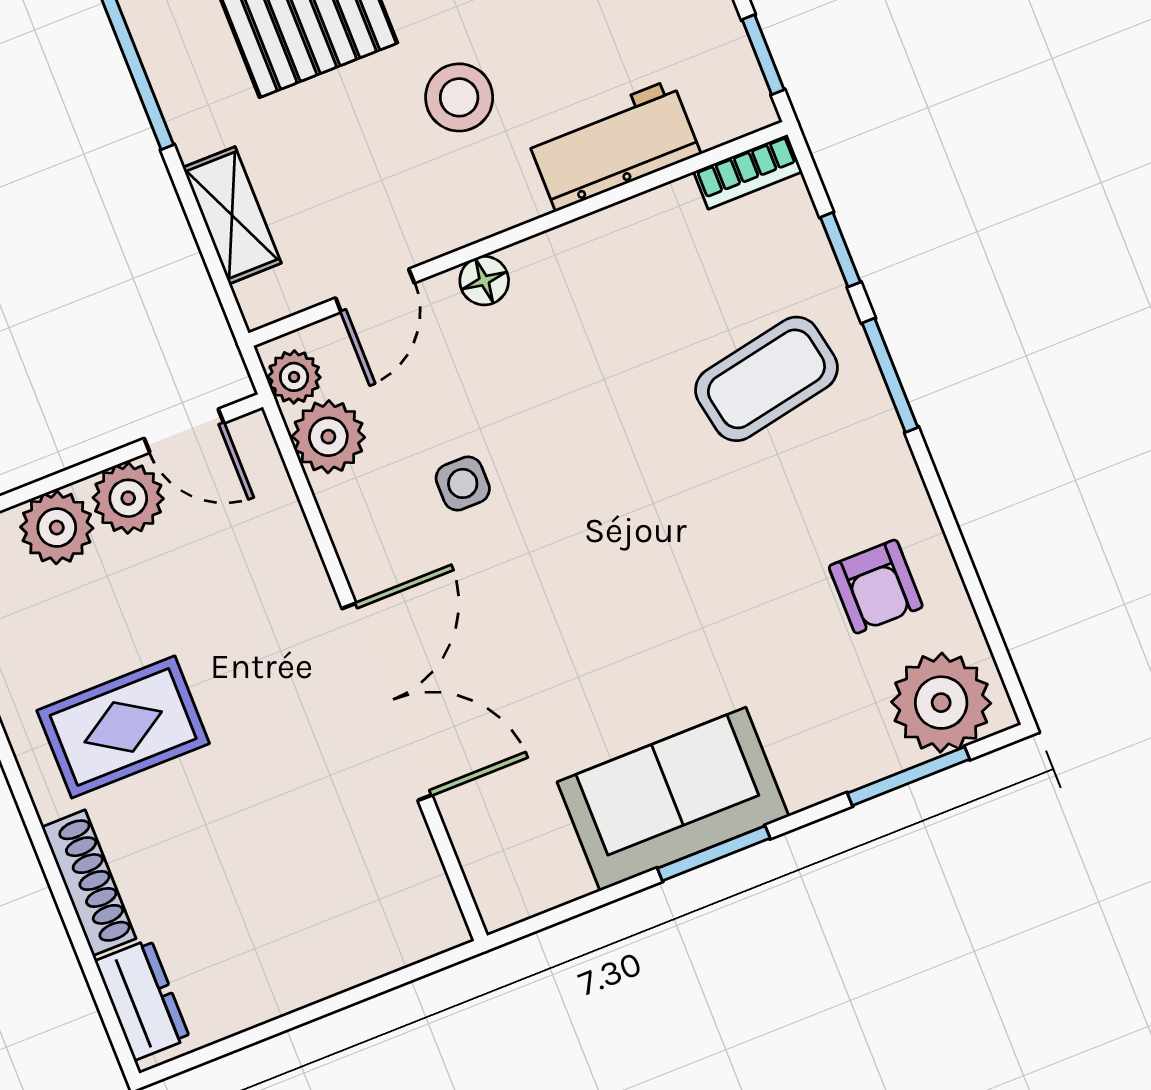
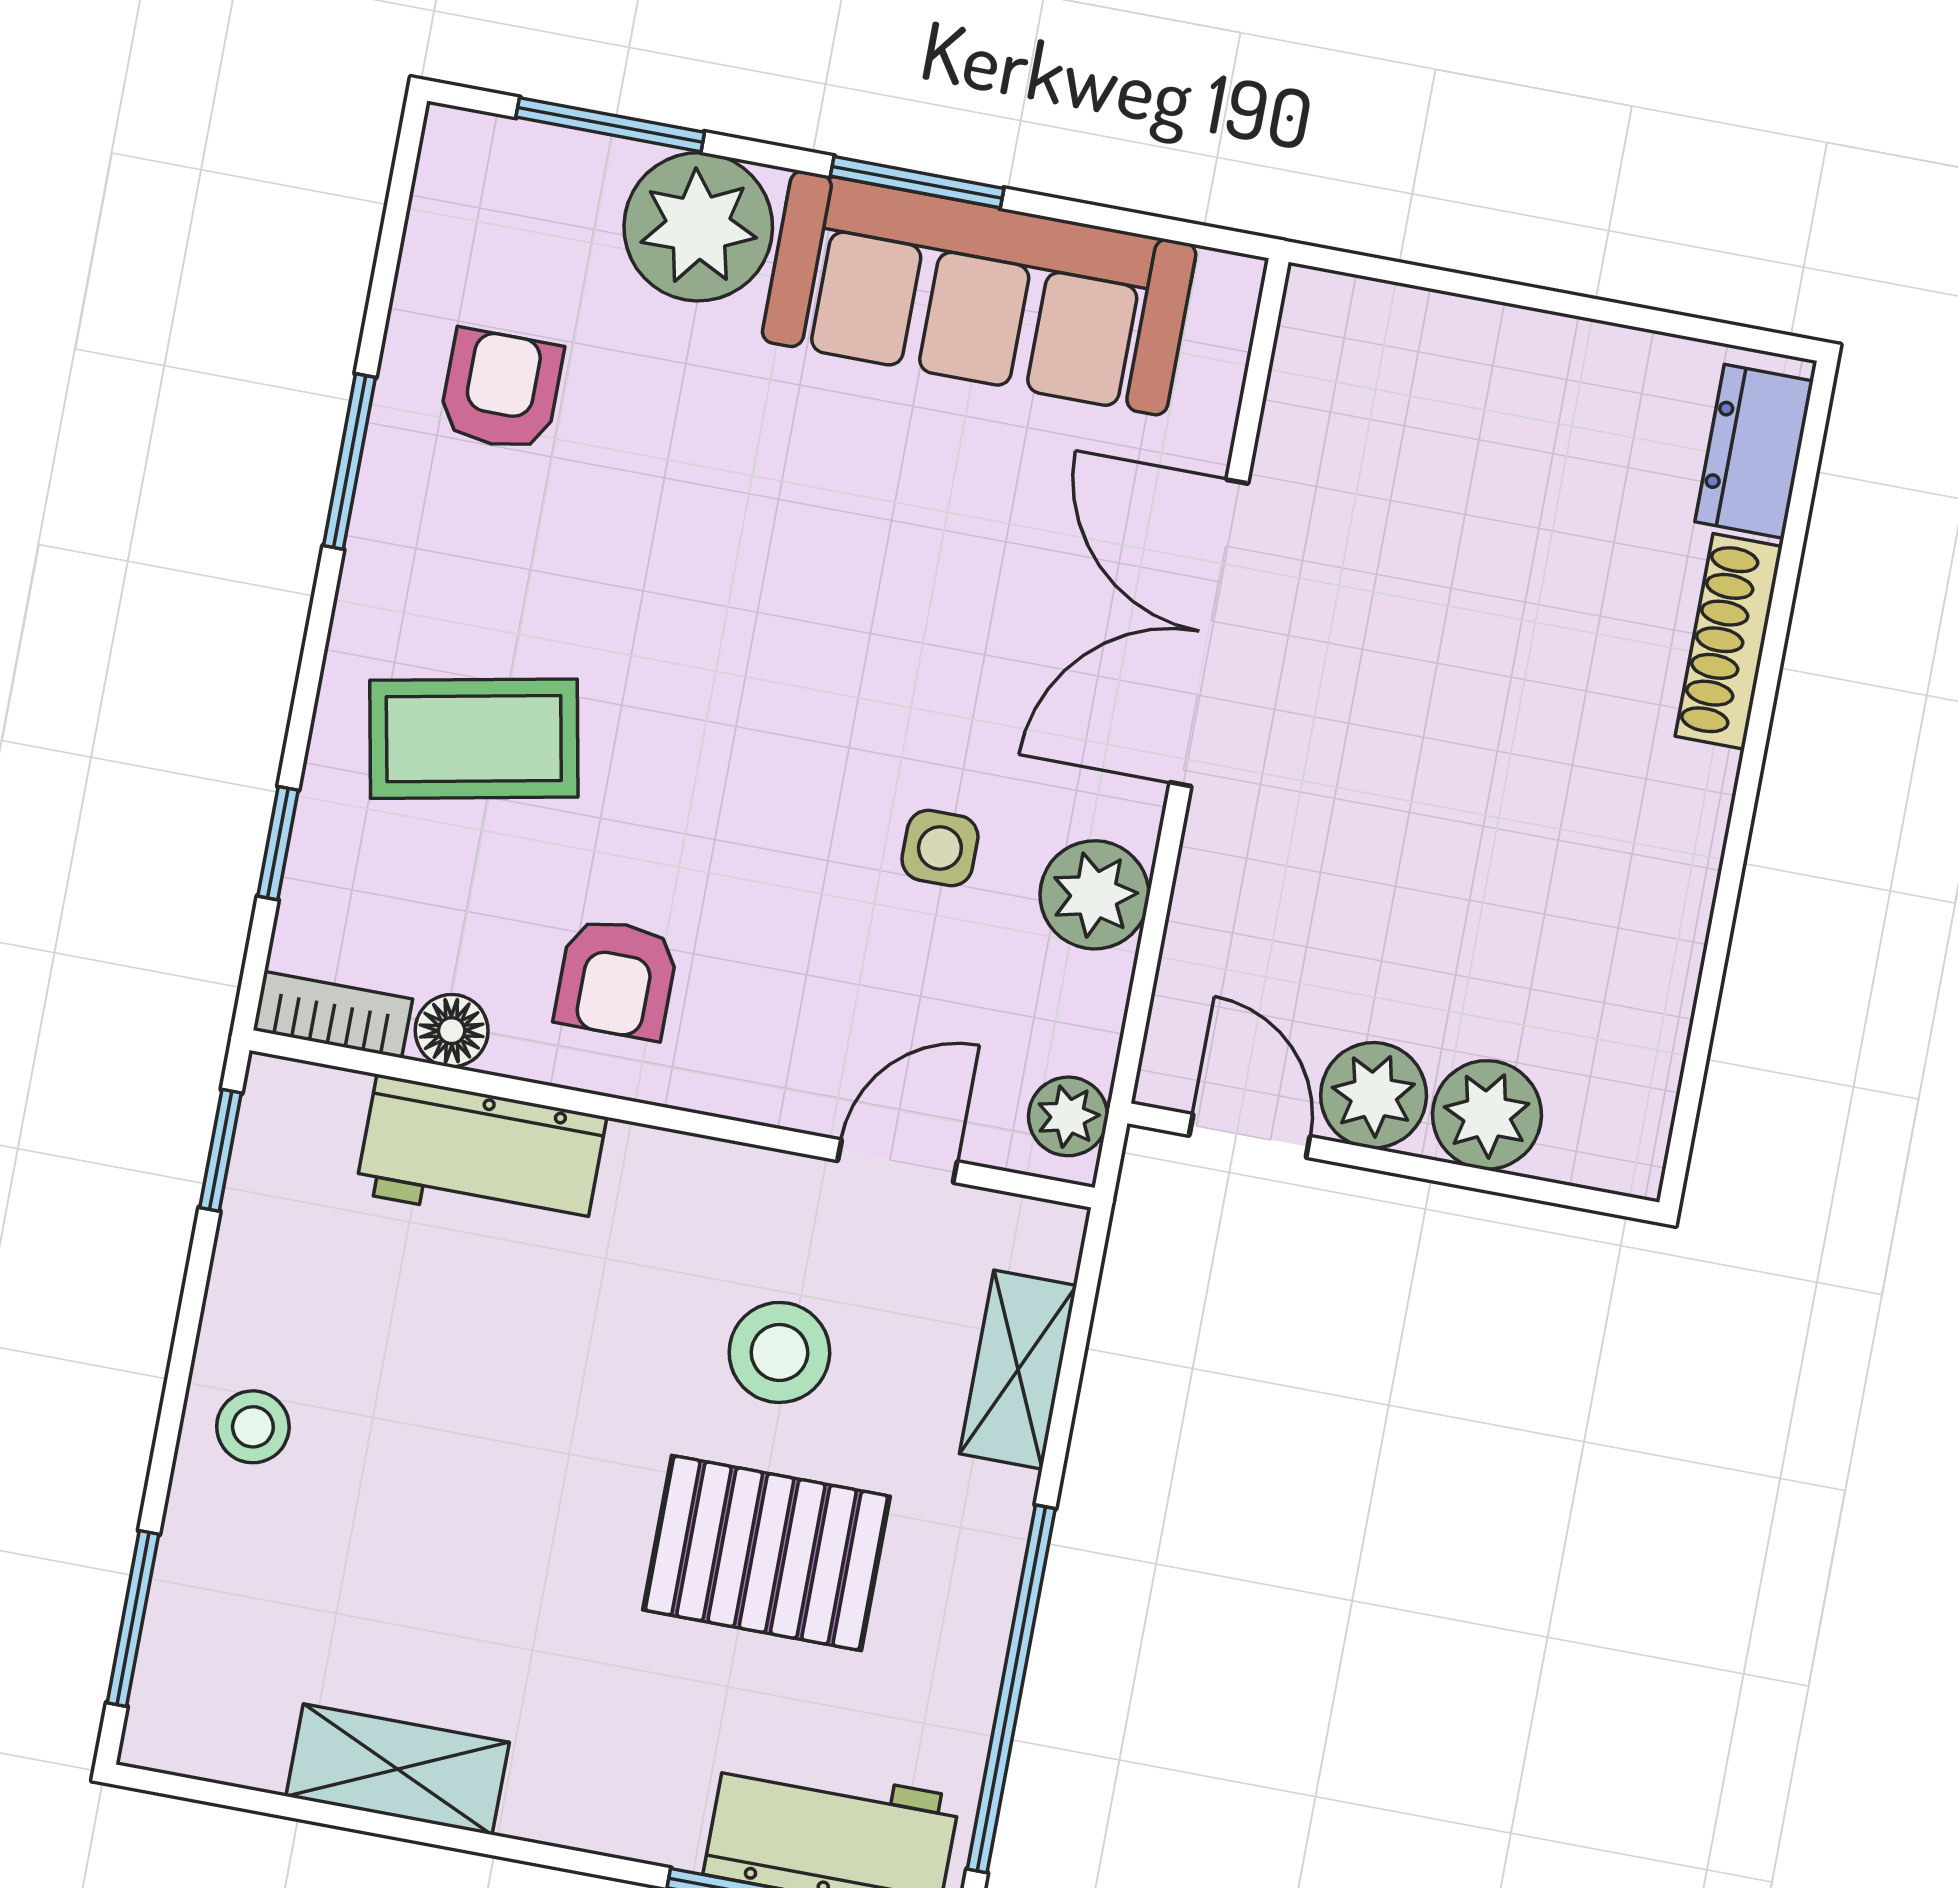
stool: (459, 97) -> (779, 1352), moved
floor lamp: (484, 281) -> (452, 1031), moved
armchair: (600, 294) -> (616, 979), added
window: (890, 375) -> (349, 462), moved
plant: (328, 437) -> (1094, 895), moved
plant: (941, 703) -> (698, 227), moved
rug: (123, 727) -> (1562, 811), removed
sofa: (673, 799) -> (979, 293), width x1.36

